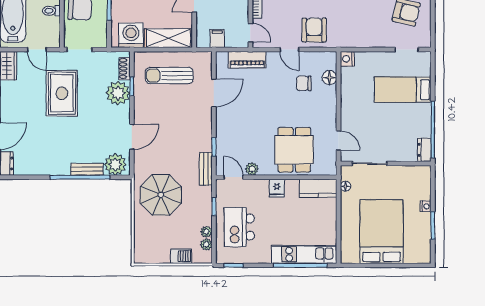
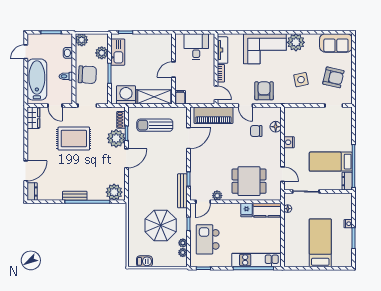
side table: (363, 15) -> (301, 80), added
filing cabinet: (217, 38) -> (180, 97), moved
nightstand: (347, 59) -> (289, 142), moved
piano: (247, 60) -> (213, 115), width x1.37, depth x1.33
bed: (403, 90) -> (331, 162), moved
rug: (62, 93) -> (74, 139), turned 90
door: (132, 137) -> (127, 158), moved
dining table: (294, 150) -> (249, 181), turned 90
bench: (87, 169) -> (75, 196), moved
bench: (206, 169) -> (182, 191), width x1.36
door: (233, 177) -> (203, 202), swing flipped
fridge: (277, 188) -> (246, 210), moved
parasol: (161, 195) -> (161, 225), moved
bed: (382, 232) -> (320, 243), width x0.67
barbecue: (181, 256) -> (144, 261), moved

